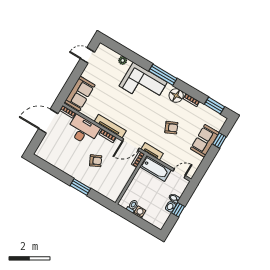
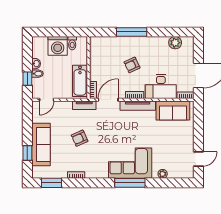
window: (163, 75) -> (130, 183), moved
sofa: (80, 94) -> (173, 110), moved, turned -90
floor lamp: (176, 95) -> (93, 171), removed
sofa: (205, 141) -> (41, 144), width x1.36
plant: (51, 158) -> (175, 43), added
bathtub: (155, 168) -> (80, 81), moved, turned -90
window: (80, 187) -> (132, 32), width x1.44
window: (178, 210) -> (27, 79), moved
washing machine: (140, 212) -> (58, 46), width x1.89, depth x1.89

